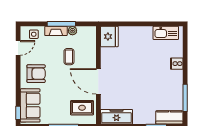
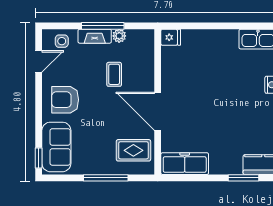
fridge: (109, 37) -> (171, 37), width x0.53, depth x0.75
armchair: (36, 74) -> (65, 100), turned 180

